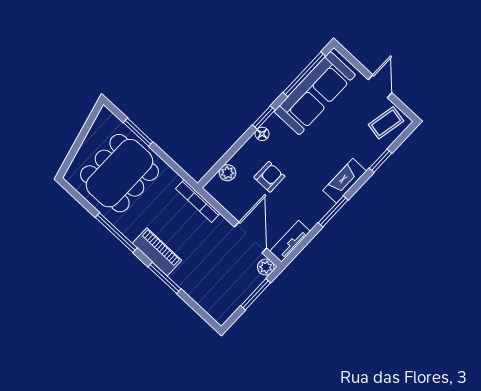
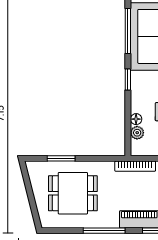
floor lamp: (262, 134) -> (136, 119), moved
dining table: (120, 173) -> (73, 193), width x0.73

